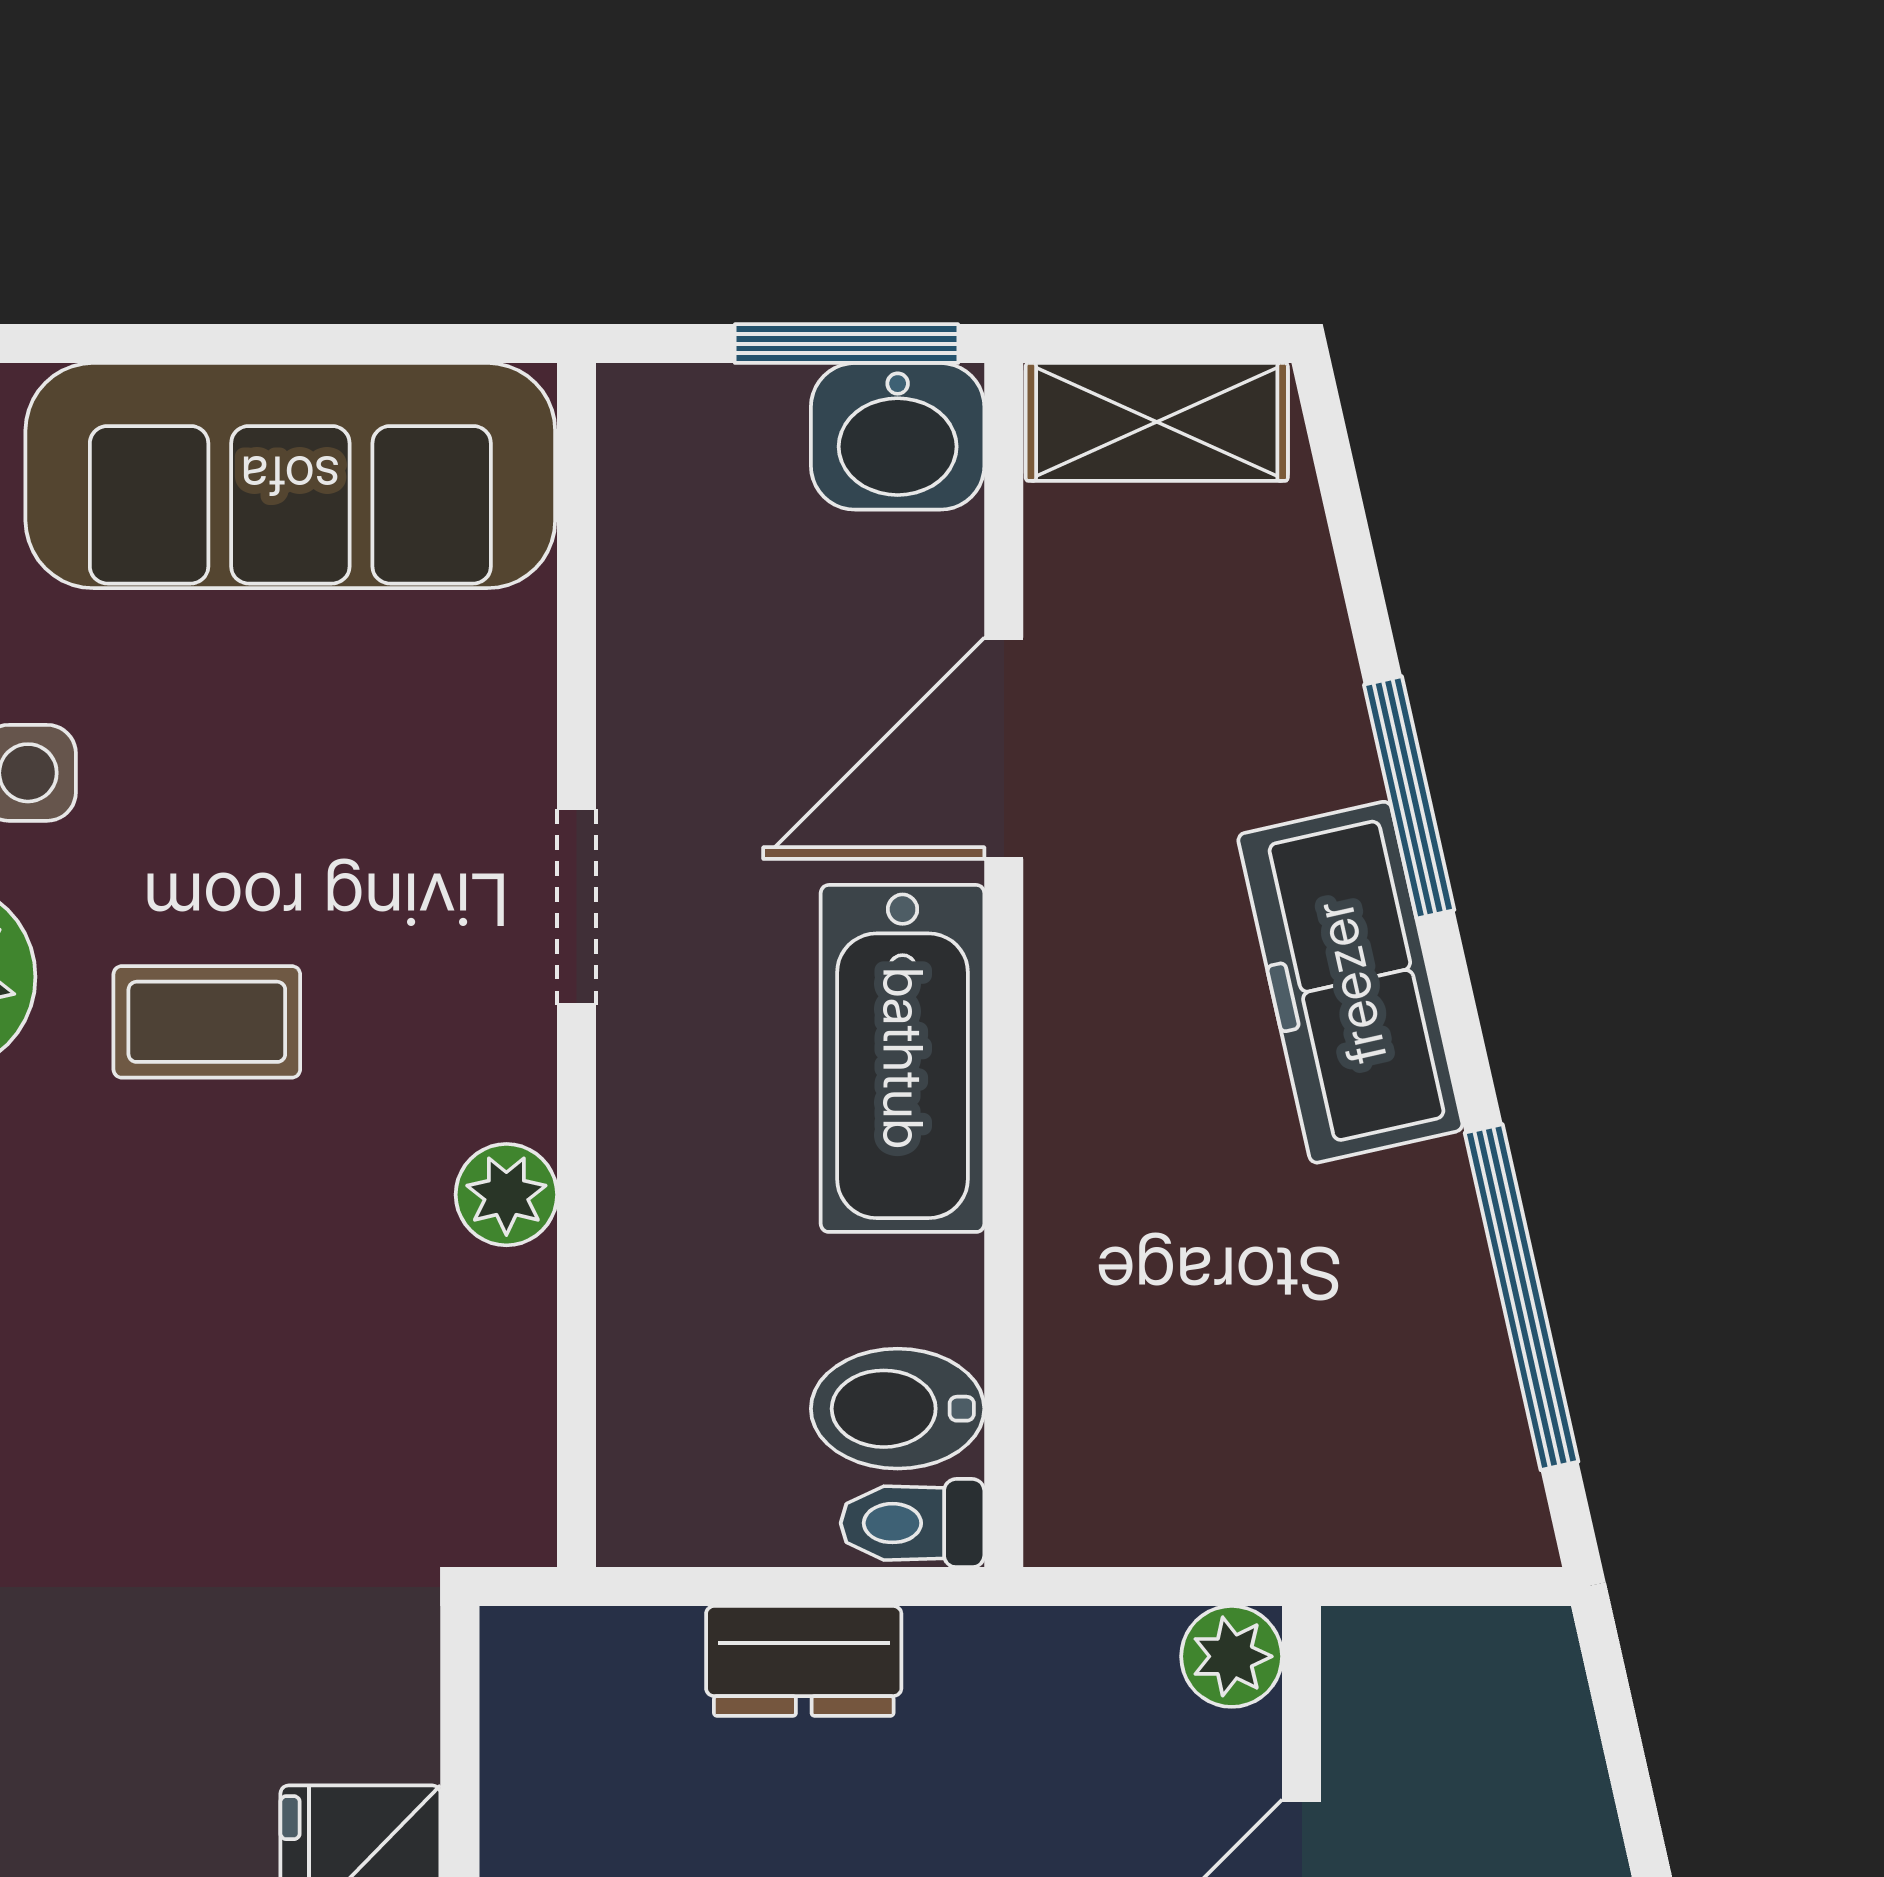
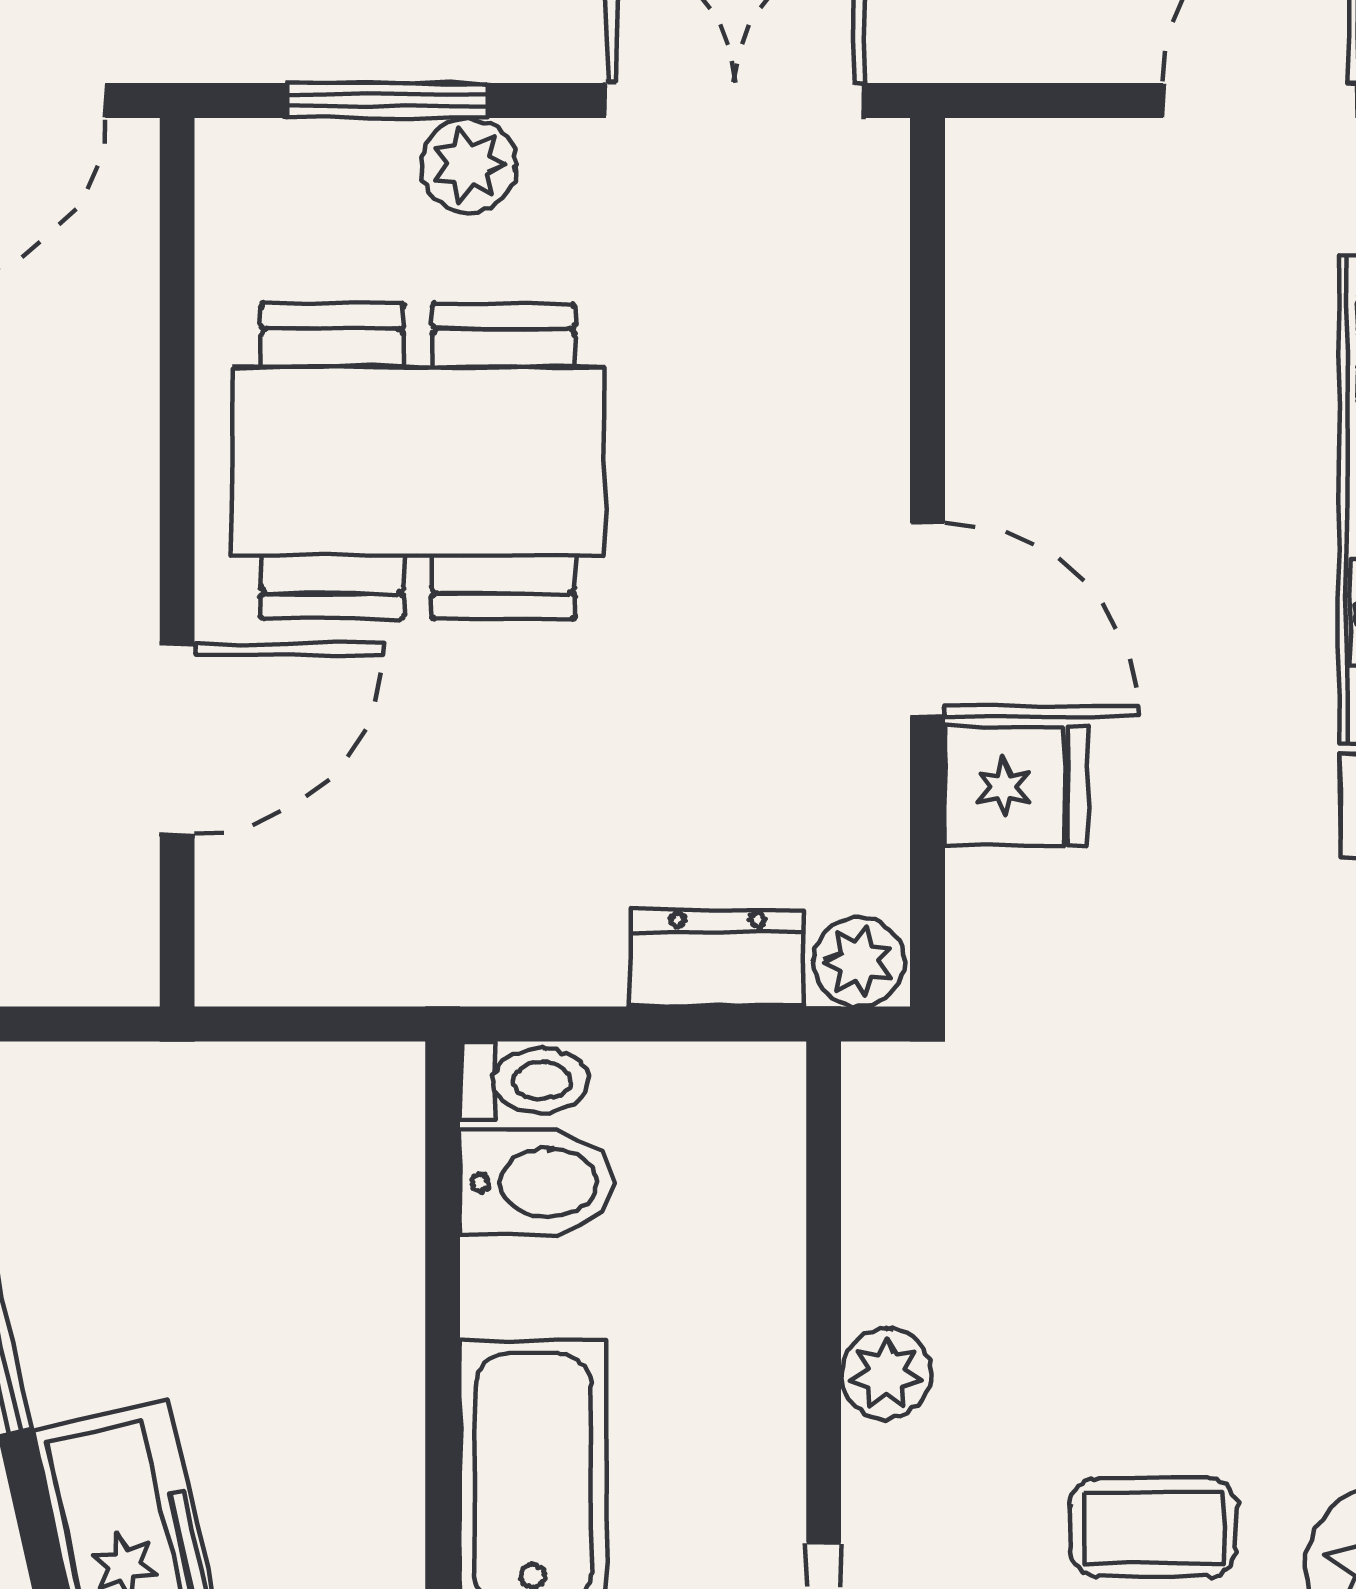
plant: (1232, 1656) -> (859, 962), moved
dresser: (804, 1661) -> (718, 958), moved

